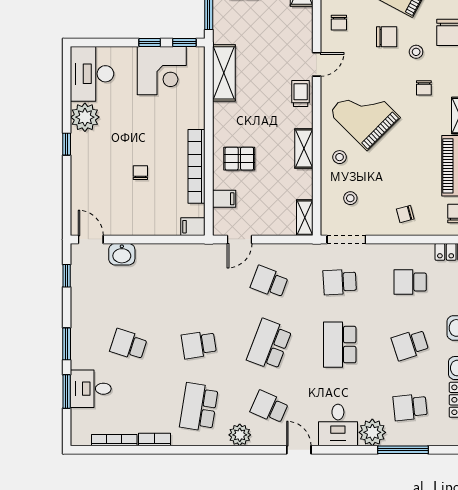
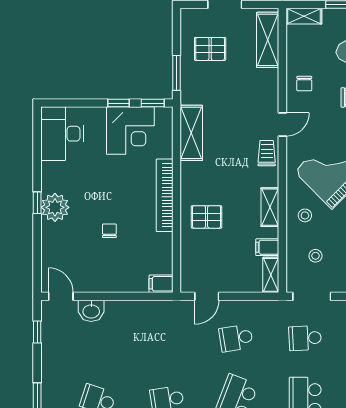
plant: (85, 117) -> (55, 207), moved
bookcase: (197, 166) -> (165, 195), moved
filing cabinet: (224, 199) -> (267, 247), moved, turned 180
school desk: (269, 282) -> (236, 338), turned -30

